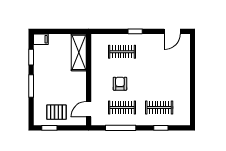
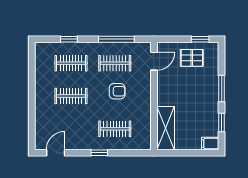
clothes rail: (159, 80) -> (71, 96), added
armchair: (120, 84) -> (117, 91), turned -90

